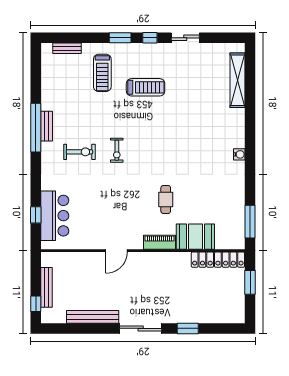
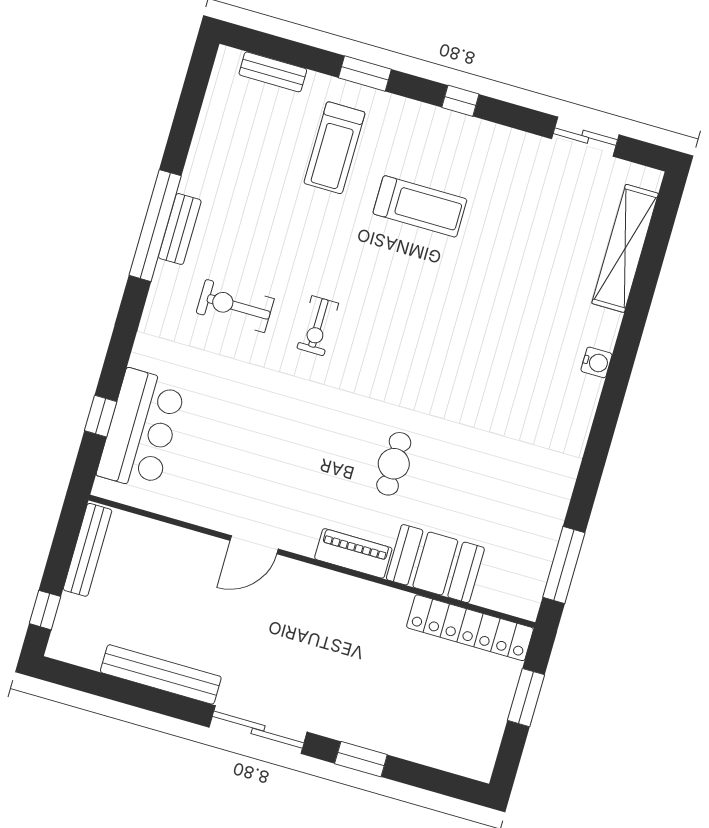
window: (120, 38) -> (365, 73), moved
sliding door: (185, 38) -> (585, 137), moved
exercise bike: (79, 152) -> (235, 306), turned 180
water cooler: (239, 154) -> (596, 362), moved
bench: (47, 287) -> (88, 550), moved

